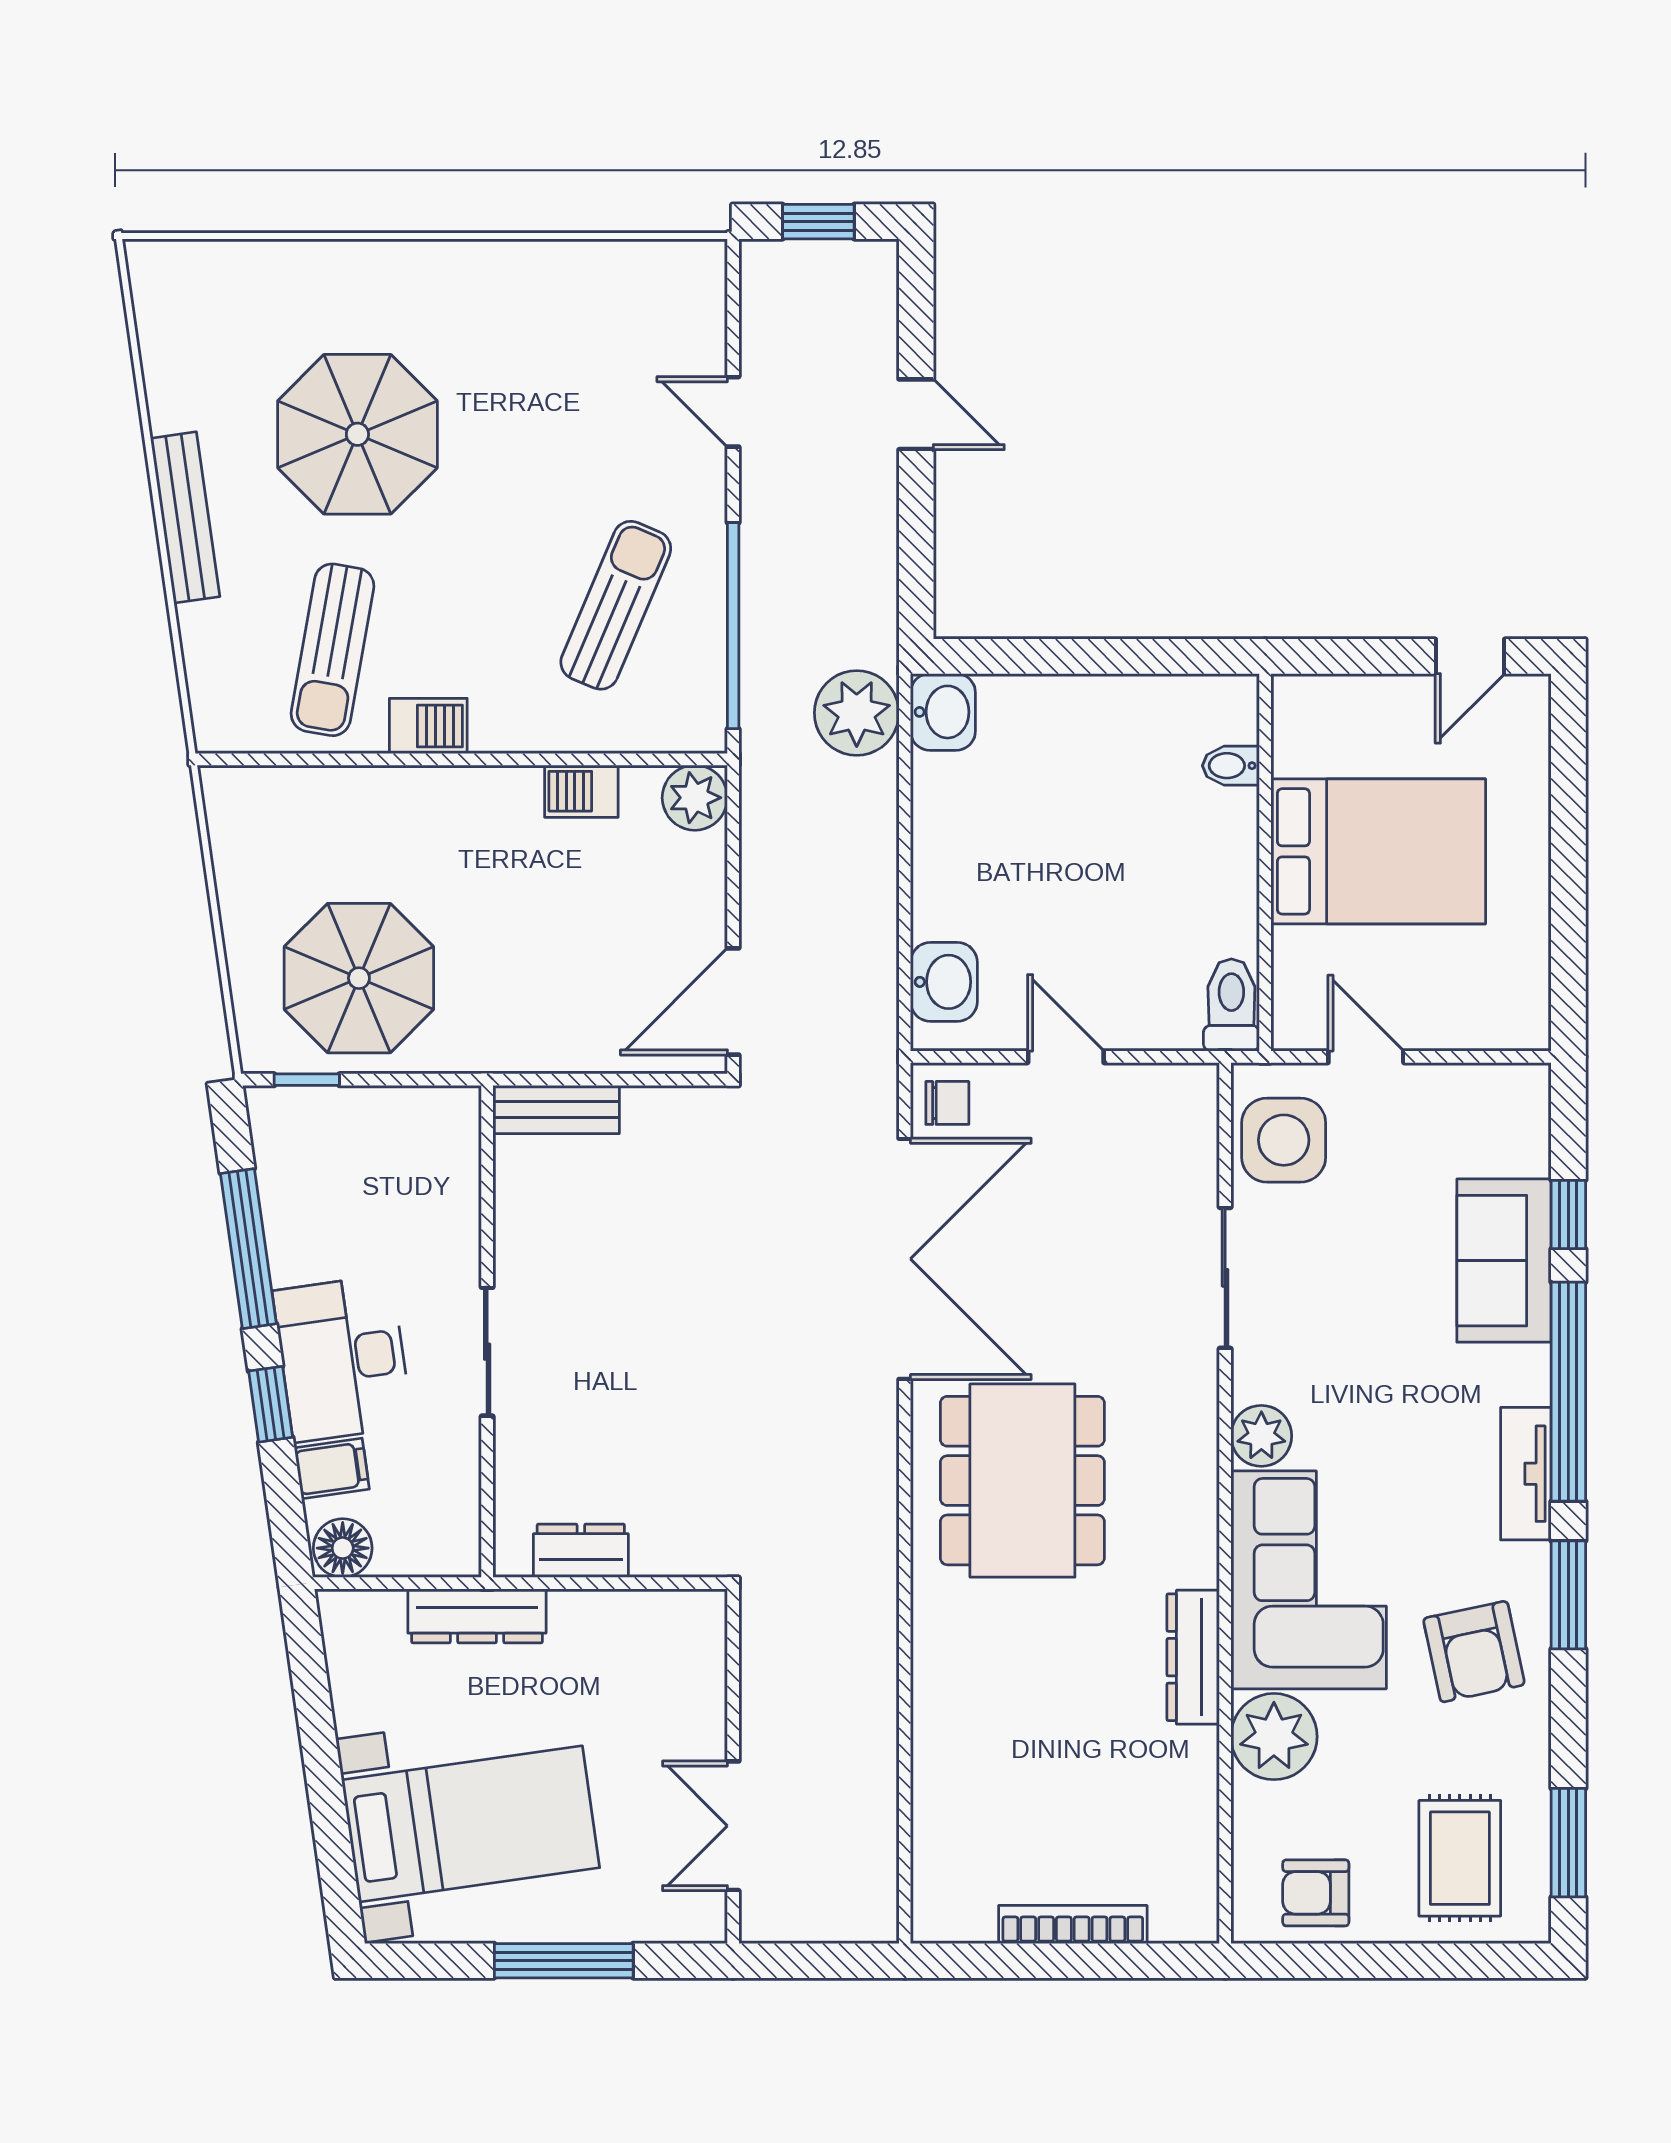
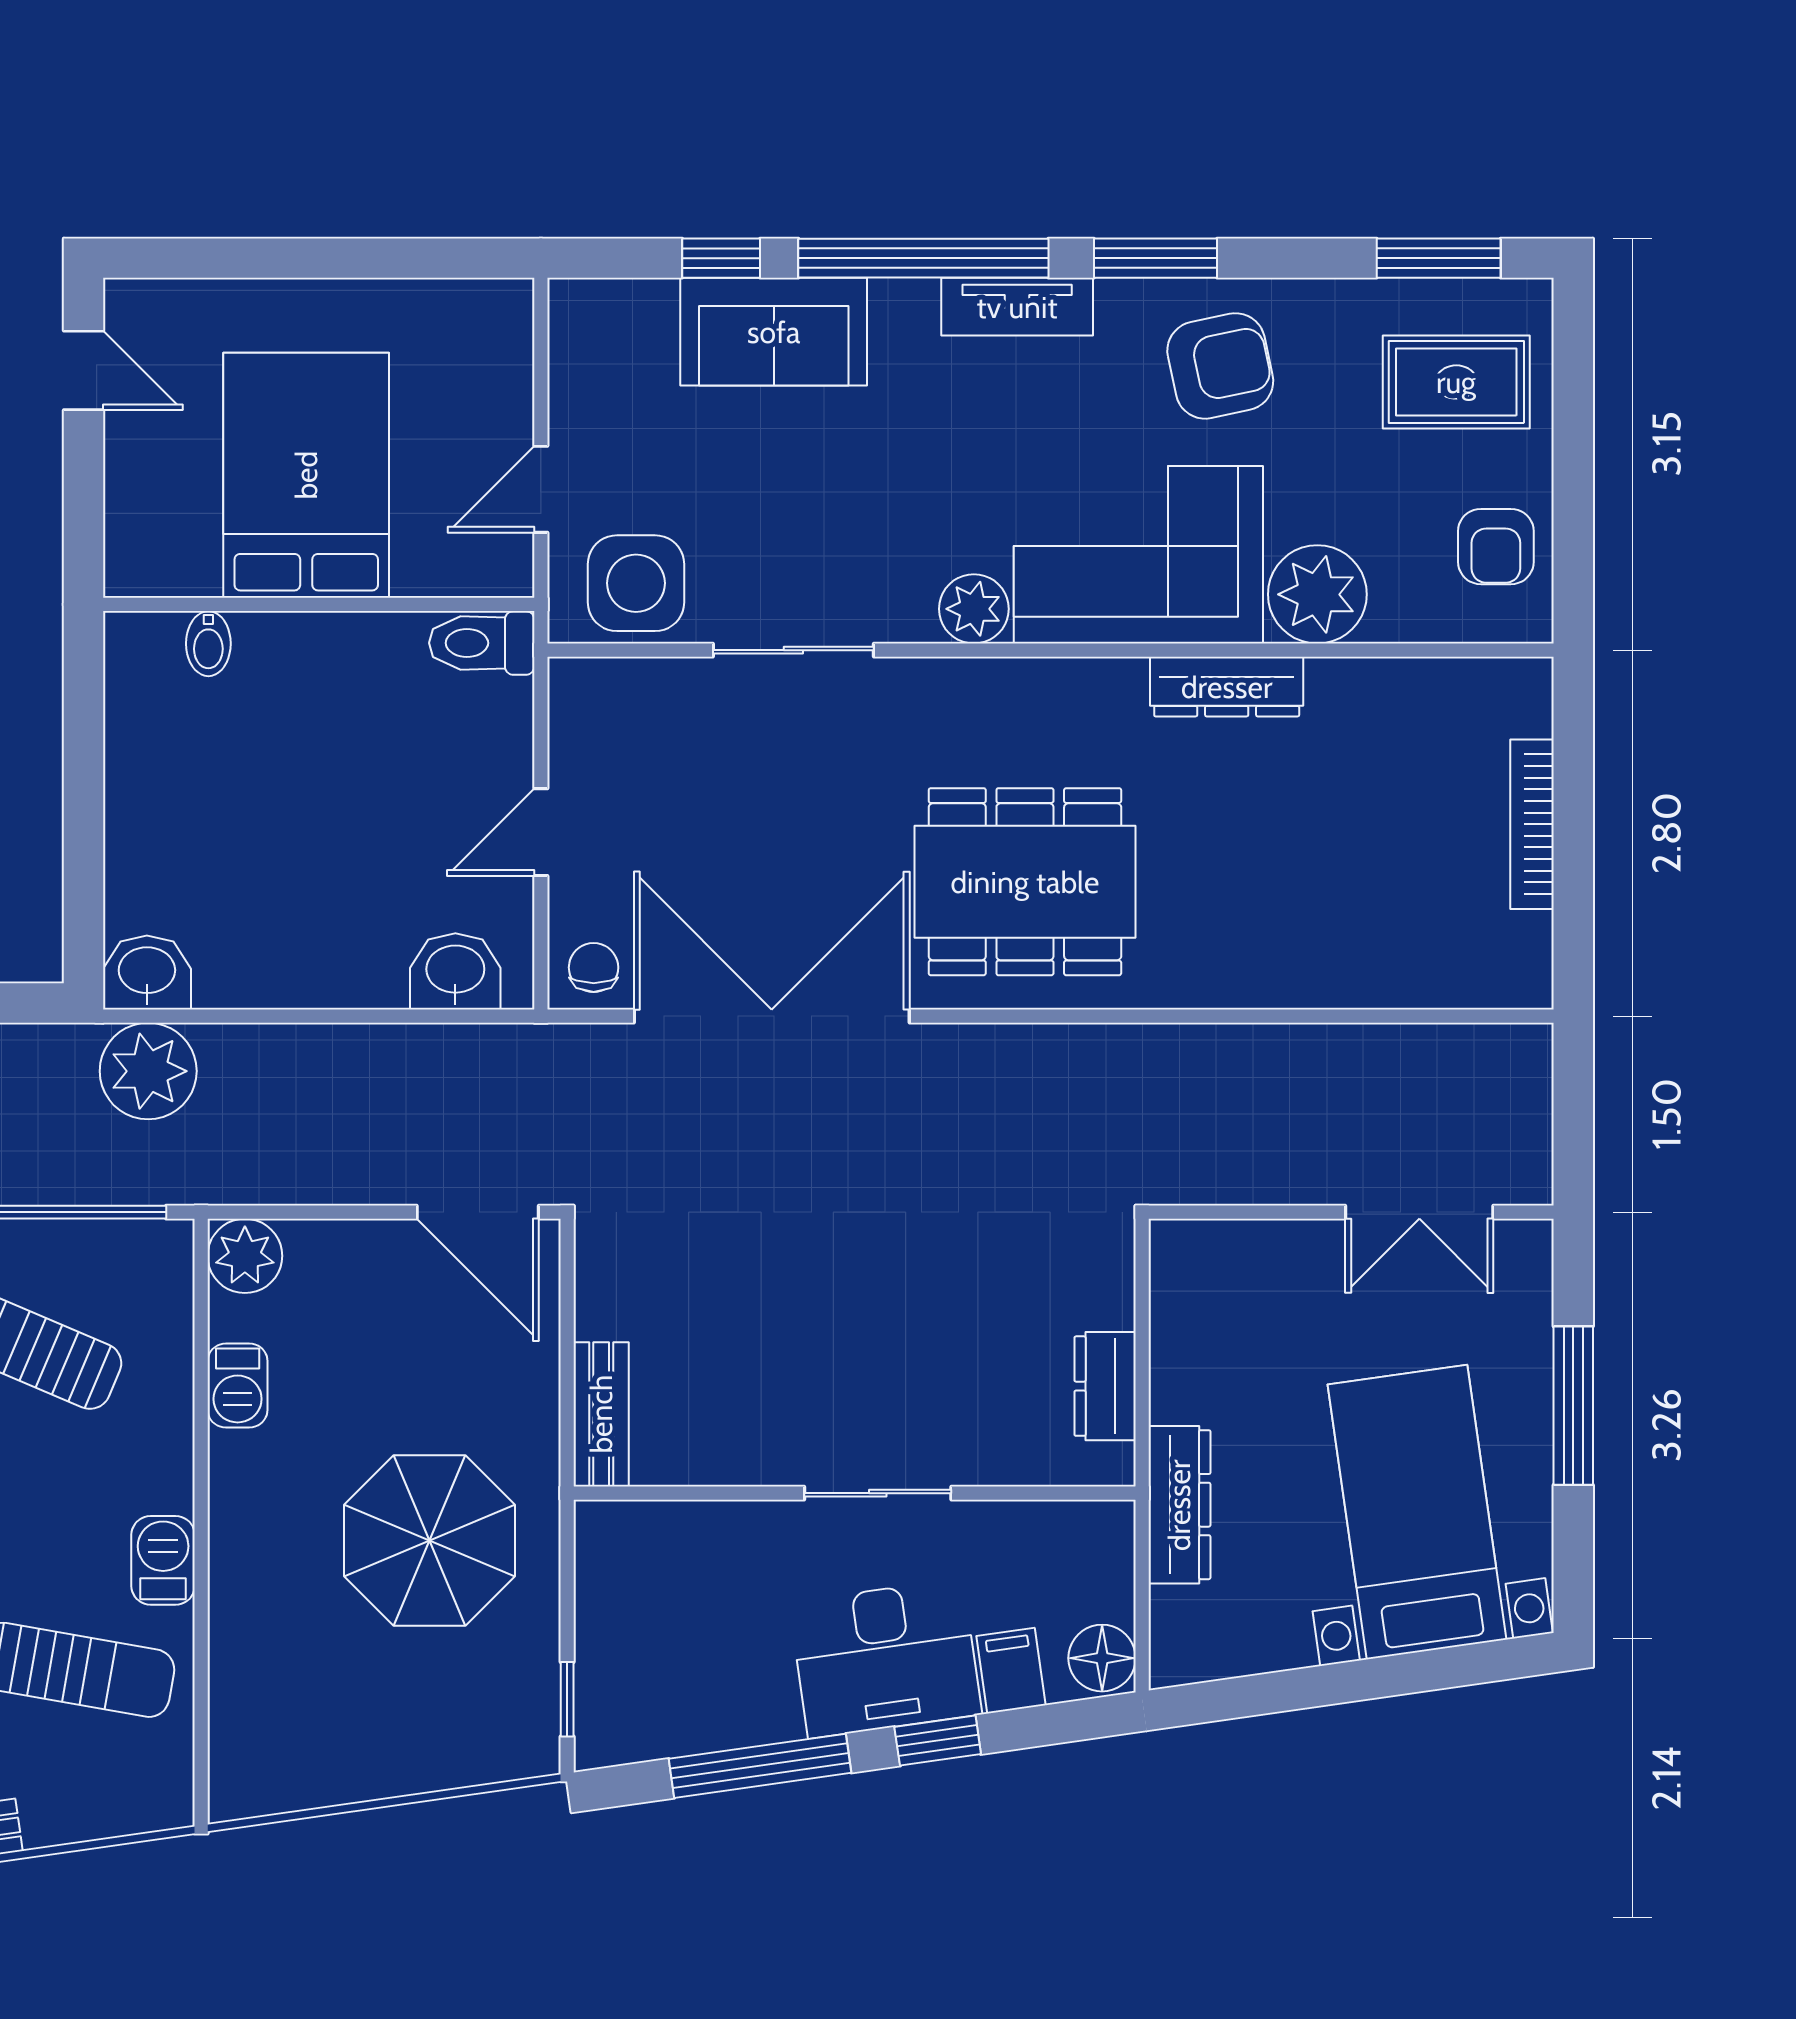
parasol: (359, 978) -> (430, 1540), moved

